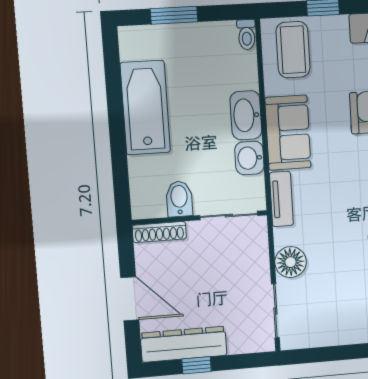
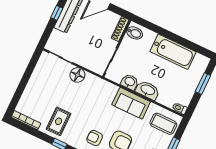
bidet: (179, 199) -> (135, 33), moved
tv unit: (281, 199) -> (106, 86), removed

